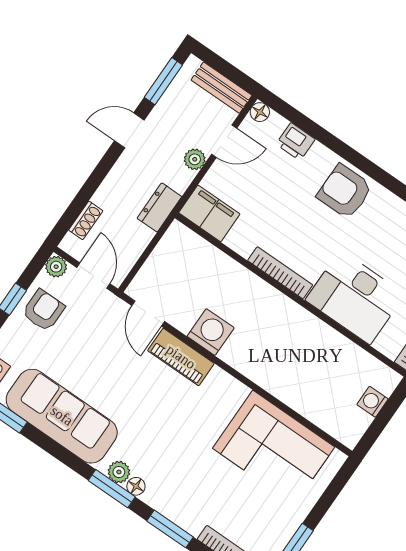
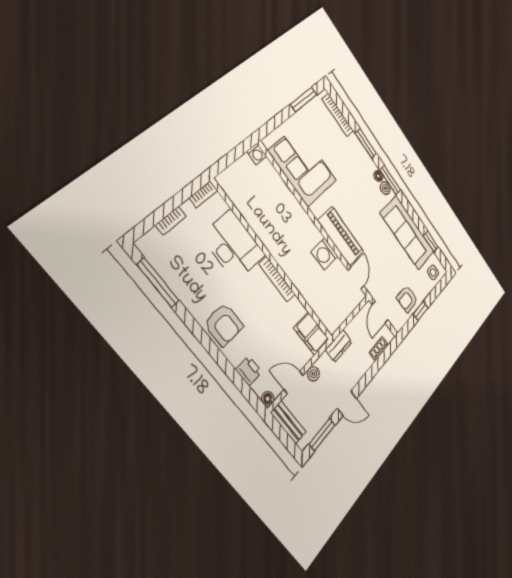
plant: (56, 267) -> (398, 324), removed
piano: (181, 357) -> (341, 236), width x1.37, depth x1.33
washing machine: (372, 402) -> (257, 154), moved

